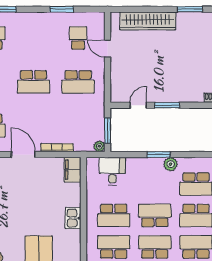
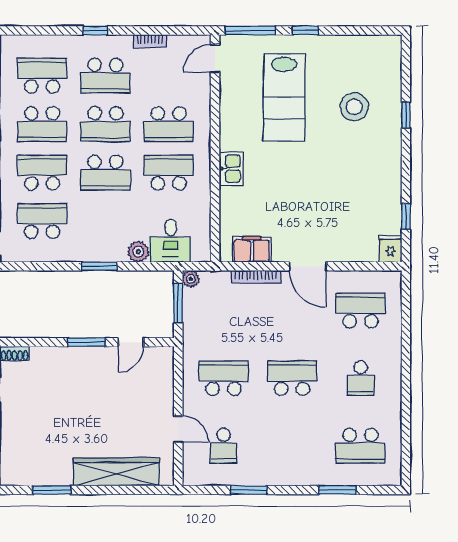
plant: (171, 164) -> (138, 252), moved
filing cabinet: (73, 170) -> (252, 249), moved, turned -90

